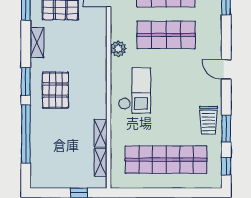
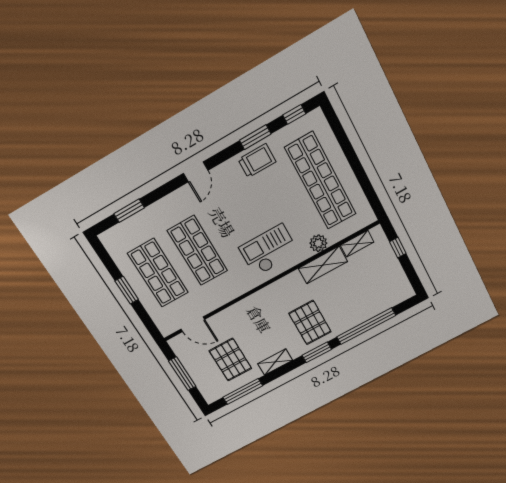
plant: (118, 49) -> (318, 243), moved
pallet: (55, 90) -> (310, 323), turned 90
shelving: (100, 133) -> (323, 265), width x1.50, depth x1.33

